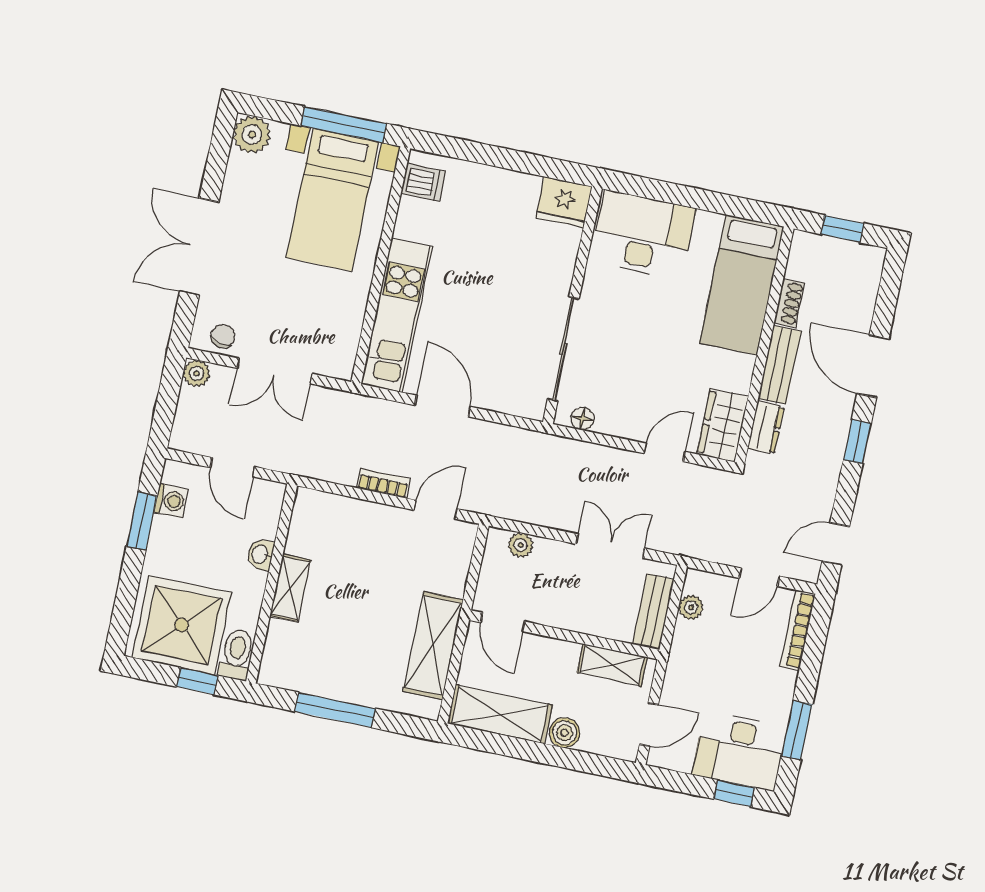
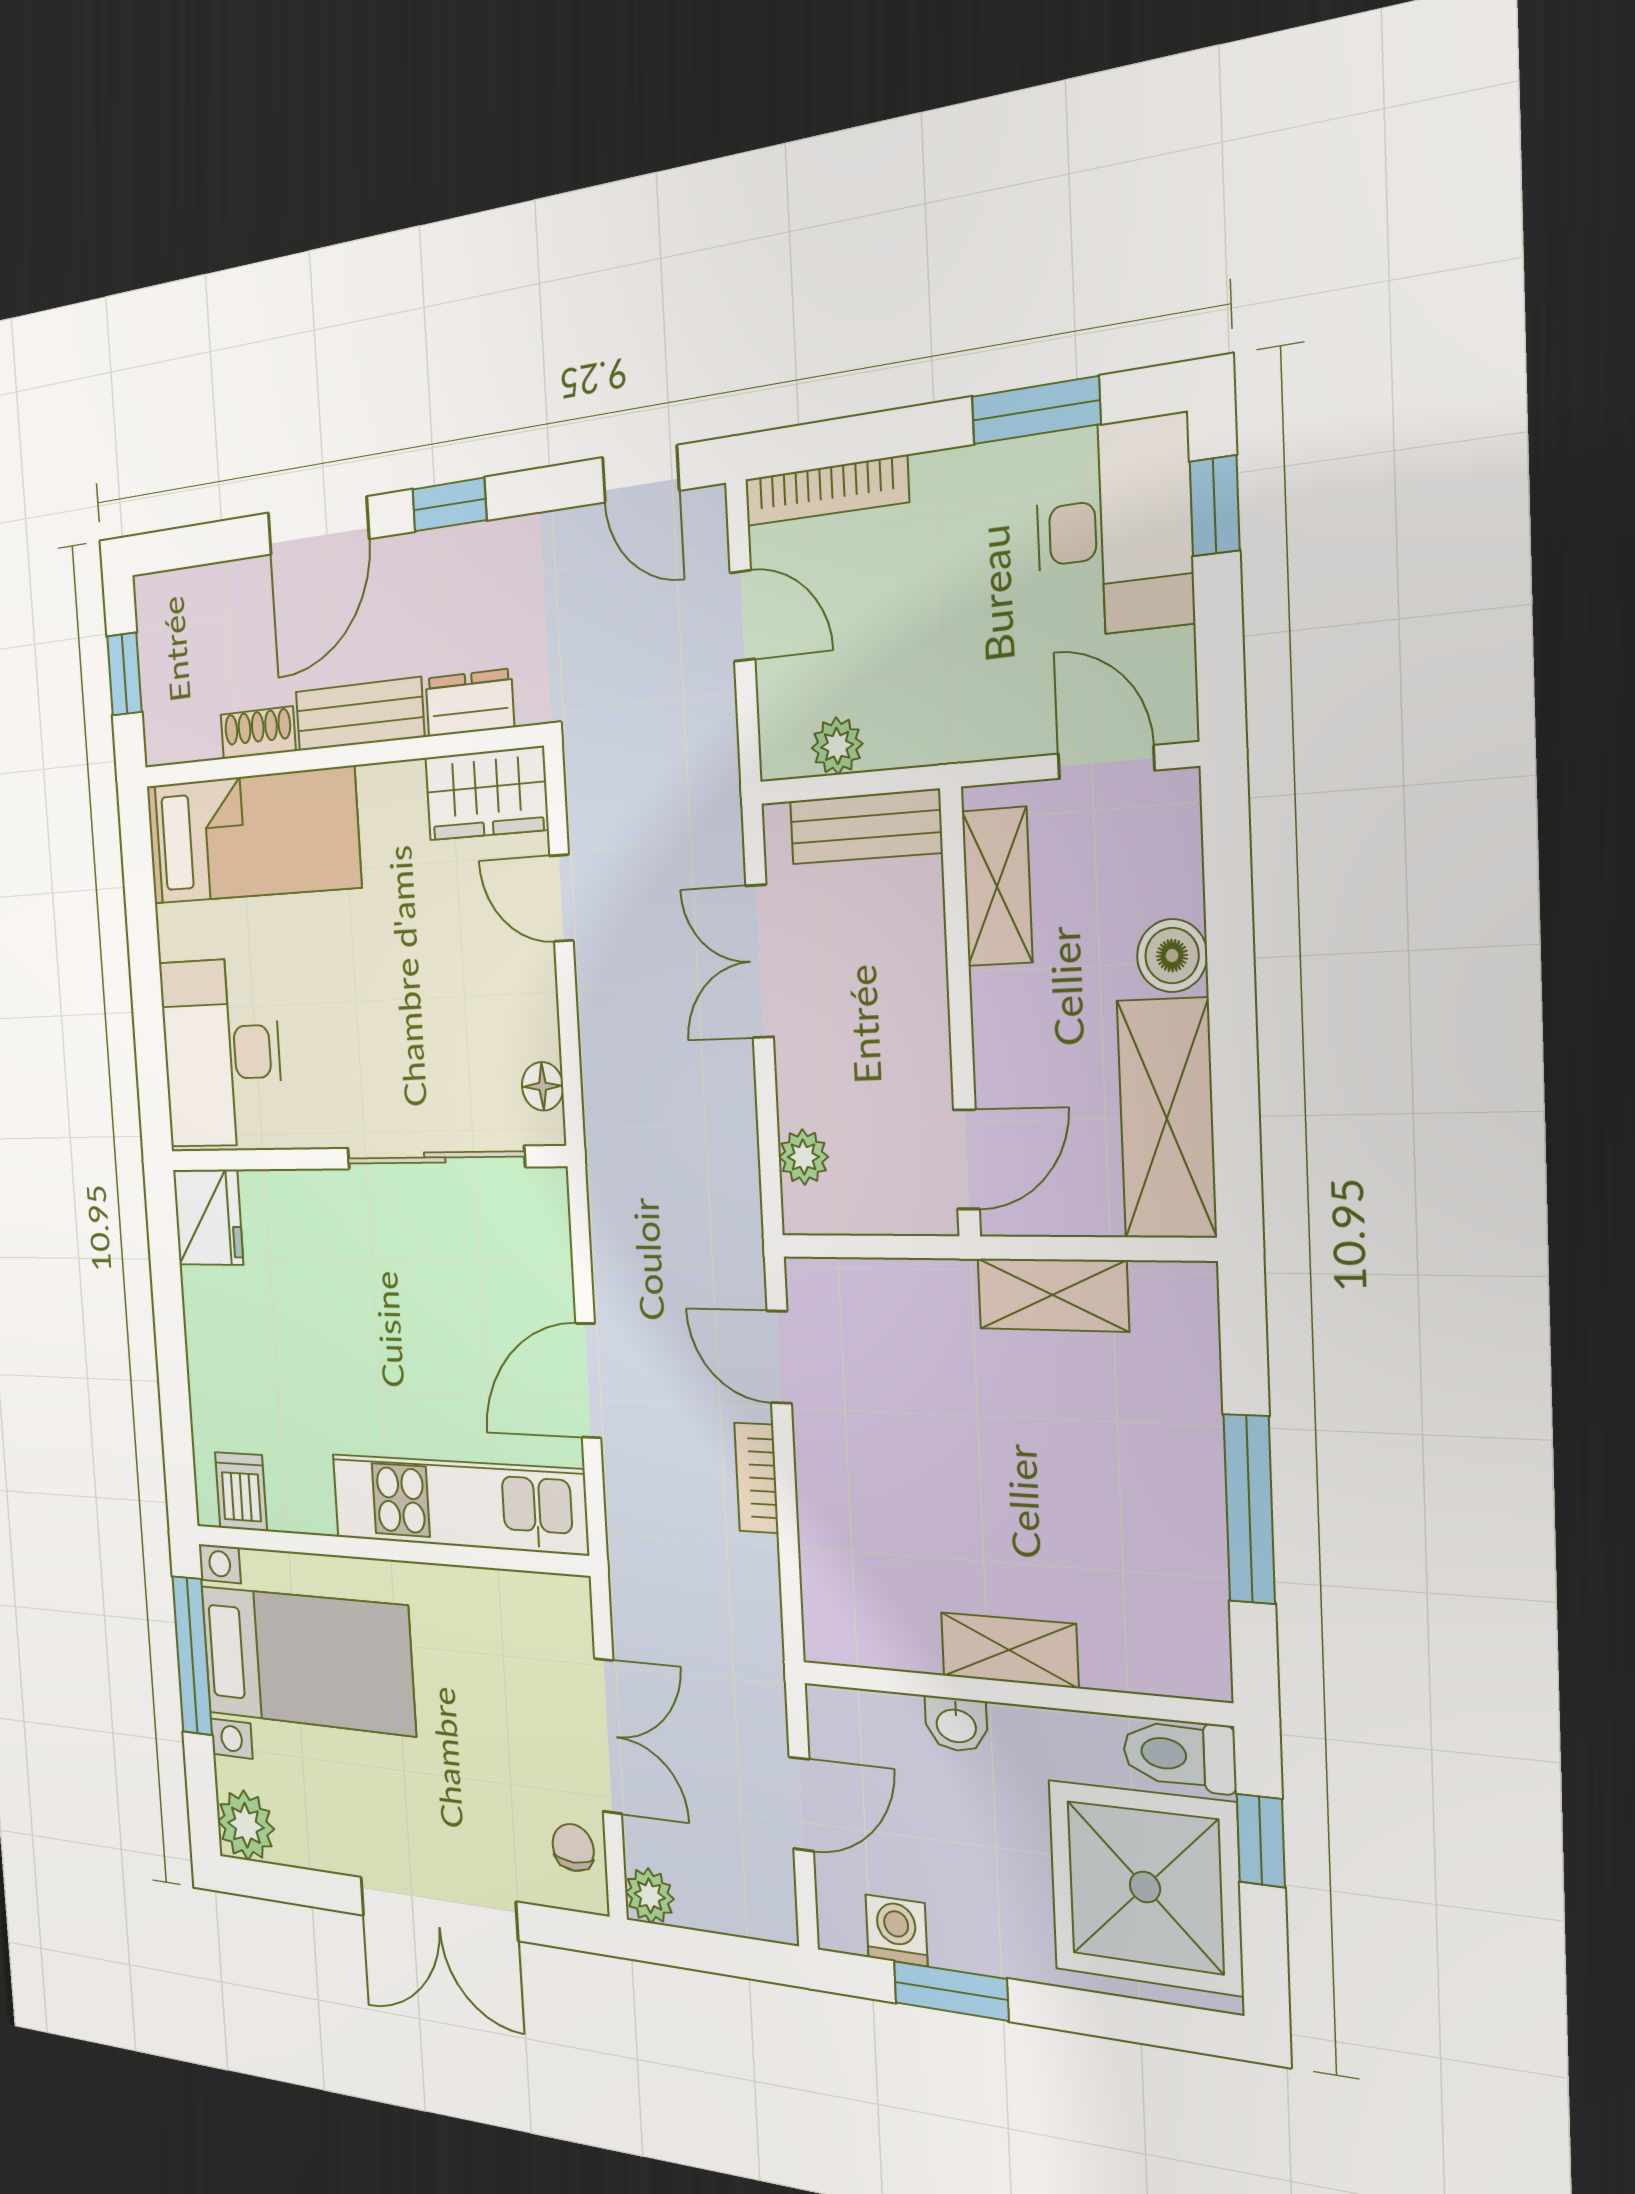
chair: (223, 336) -> (573, 1848), turned 76
shelving: (433, 645) -> (1053, 1295), width x0.67, depth x0.75

